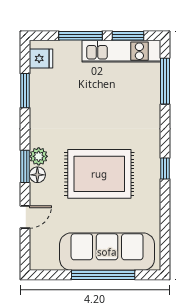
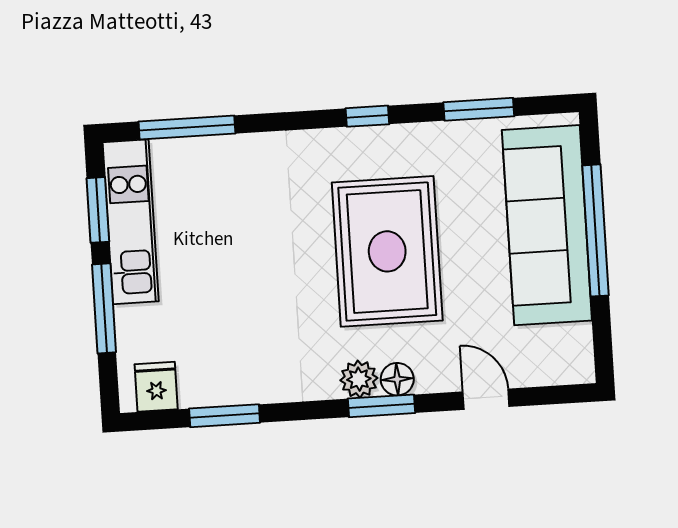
window: (165, 222) -> (479, 109), added

